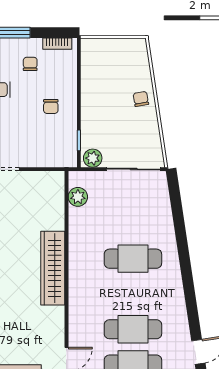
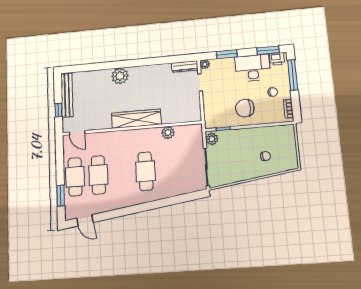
chair: (141, 99) -> (266, 156), moved
chair: (51, 106) -> (245, 108), width x1.87, depth x1.87
plant: (78, 197) -> (168, 133), moved

